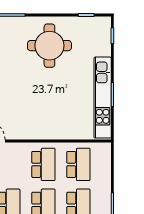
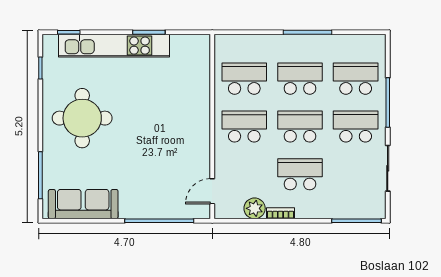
kitchen unit: (103, 98) -> (114, 46), moved

